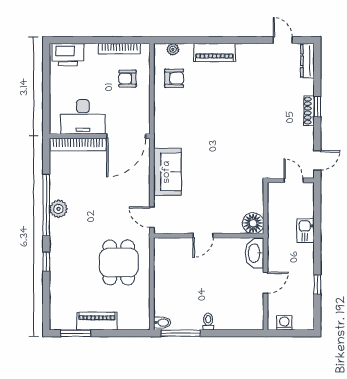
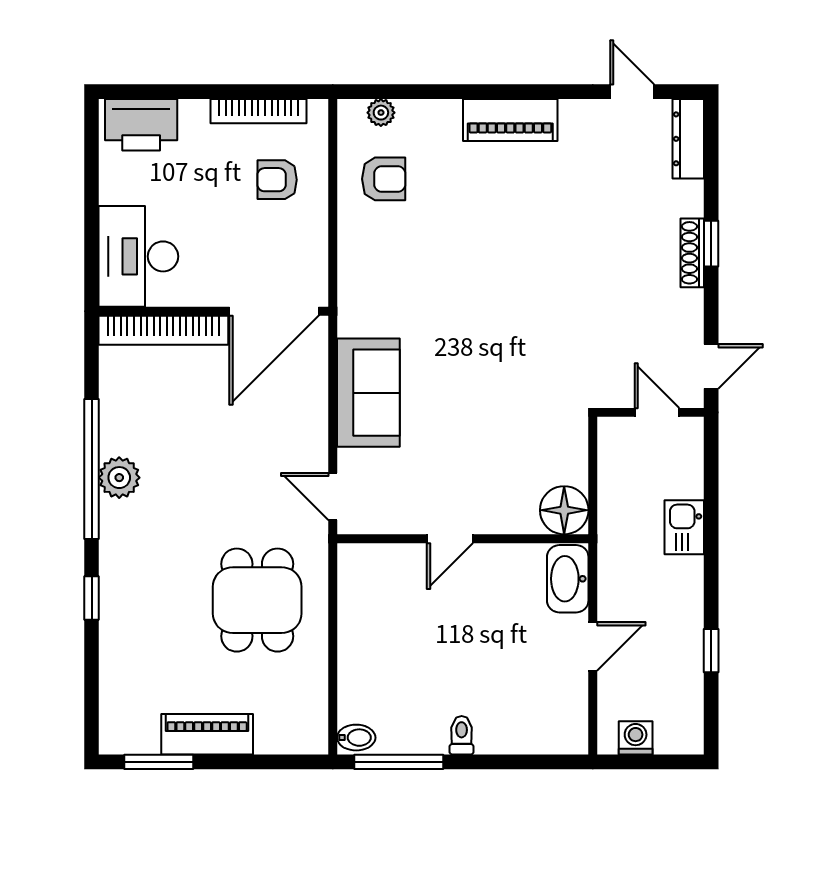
piano: (215, 52) -> (510, 120), moved
desk: (83, 117) -> (138, 256), moved, turned 90

